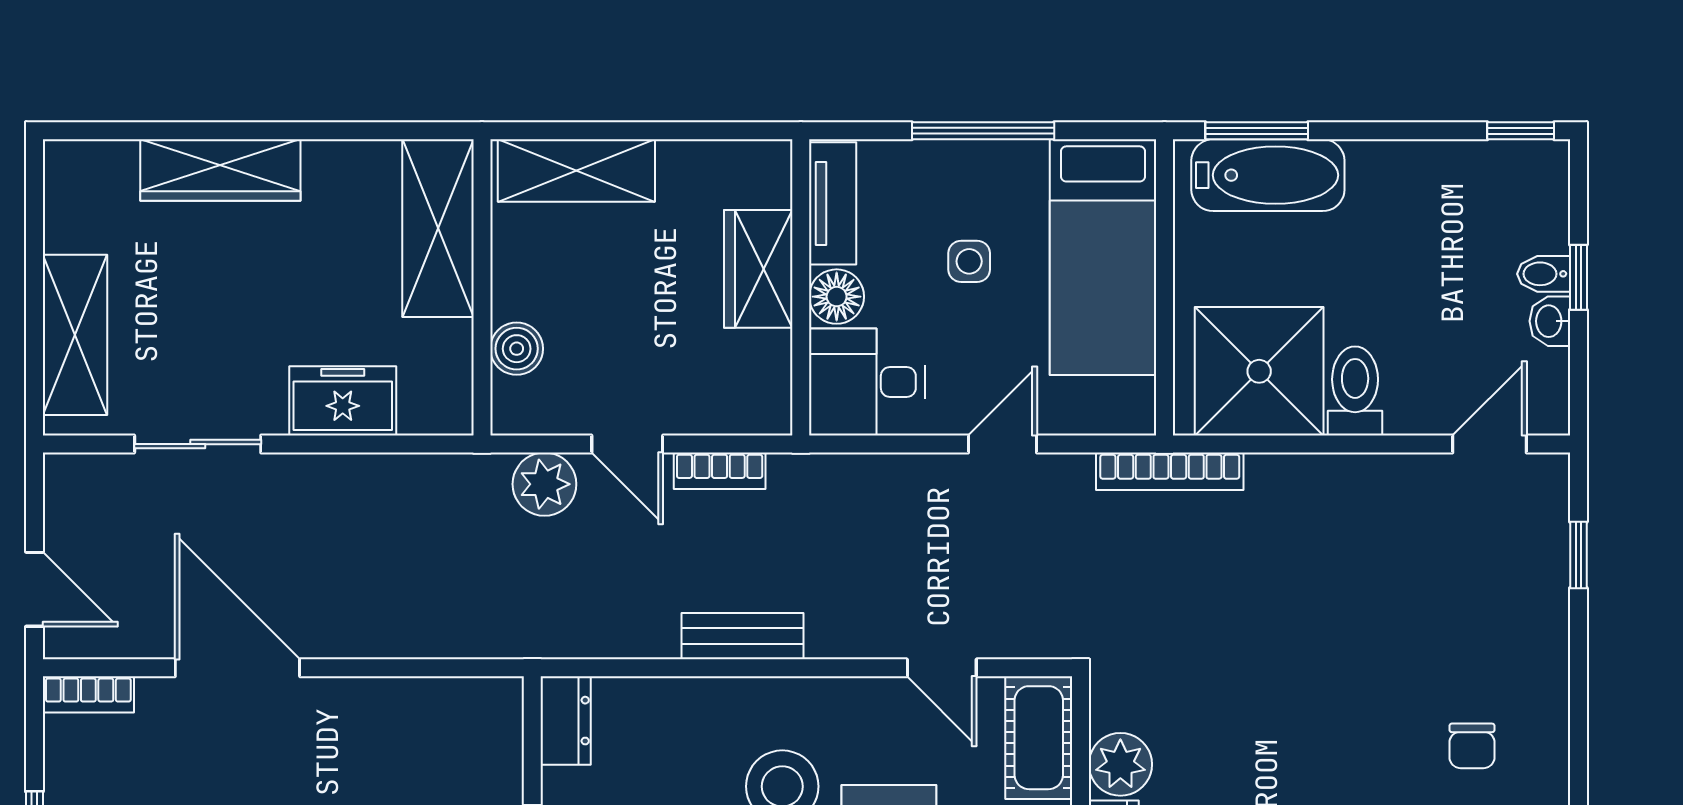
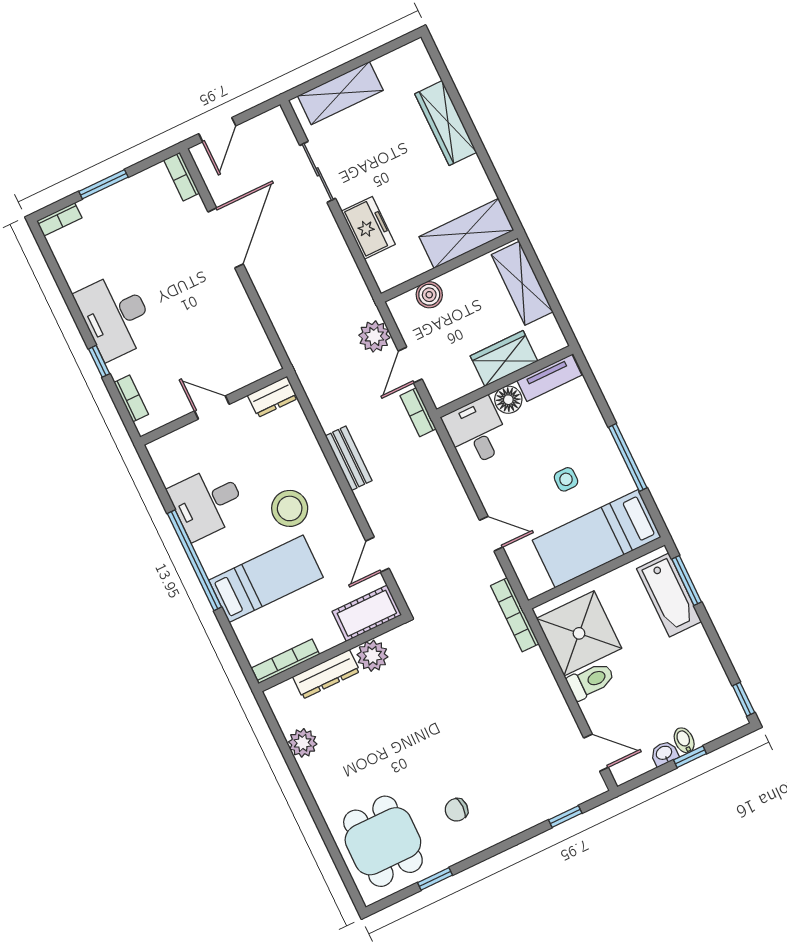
tv unit: (833, 203) -> (549, 378), moved
wardrobe: (758, 269) -> (504, 358), moved
wall: (801, 287) -> (505, 382), moved
floor lamp: (837, 297) -> (508, 400), moved
desk: (867, 382) -> (476, 432), moved

